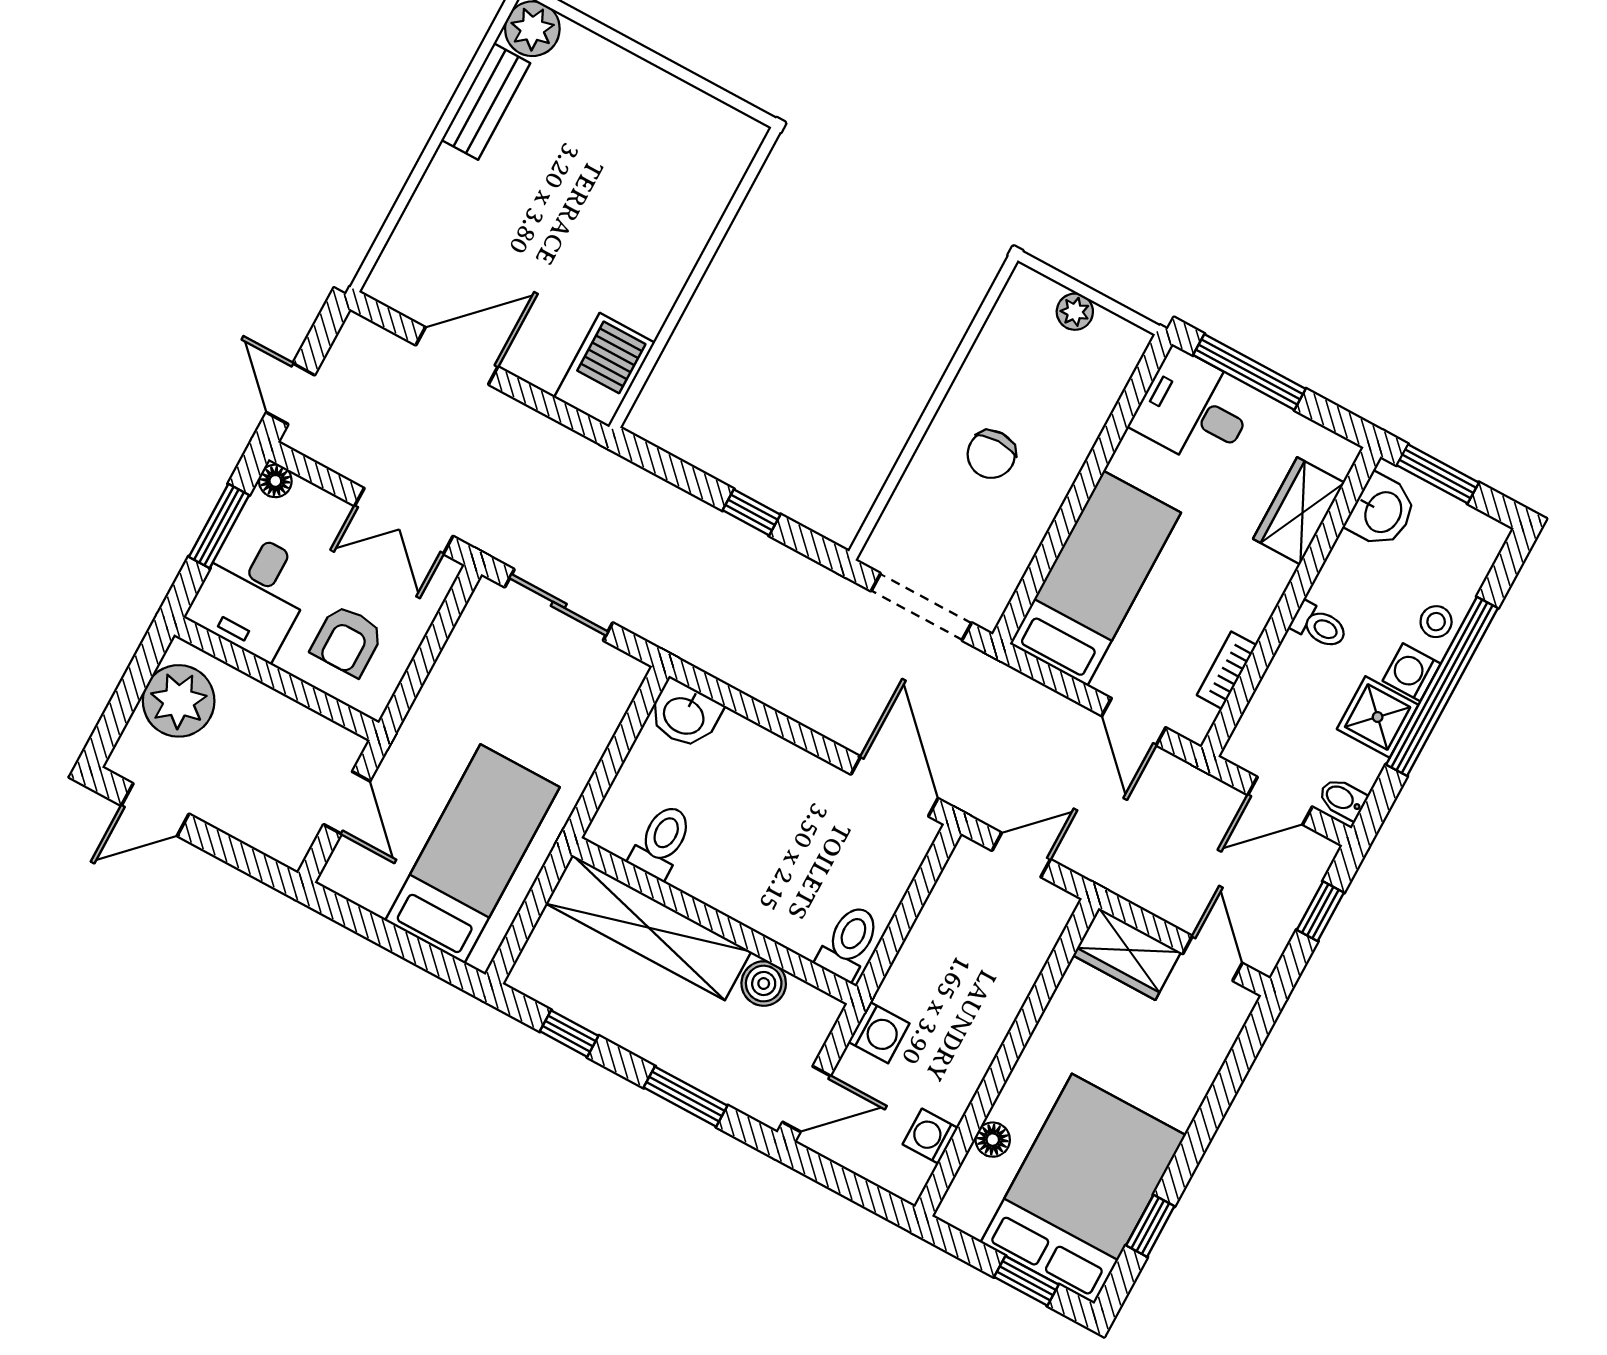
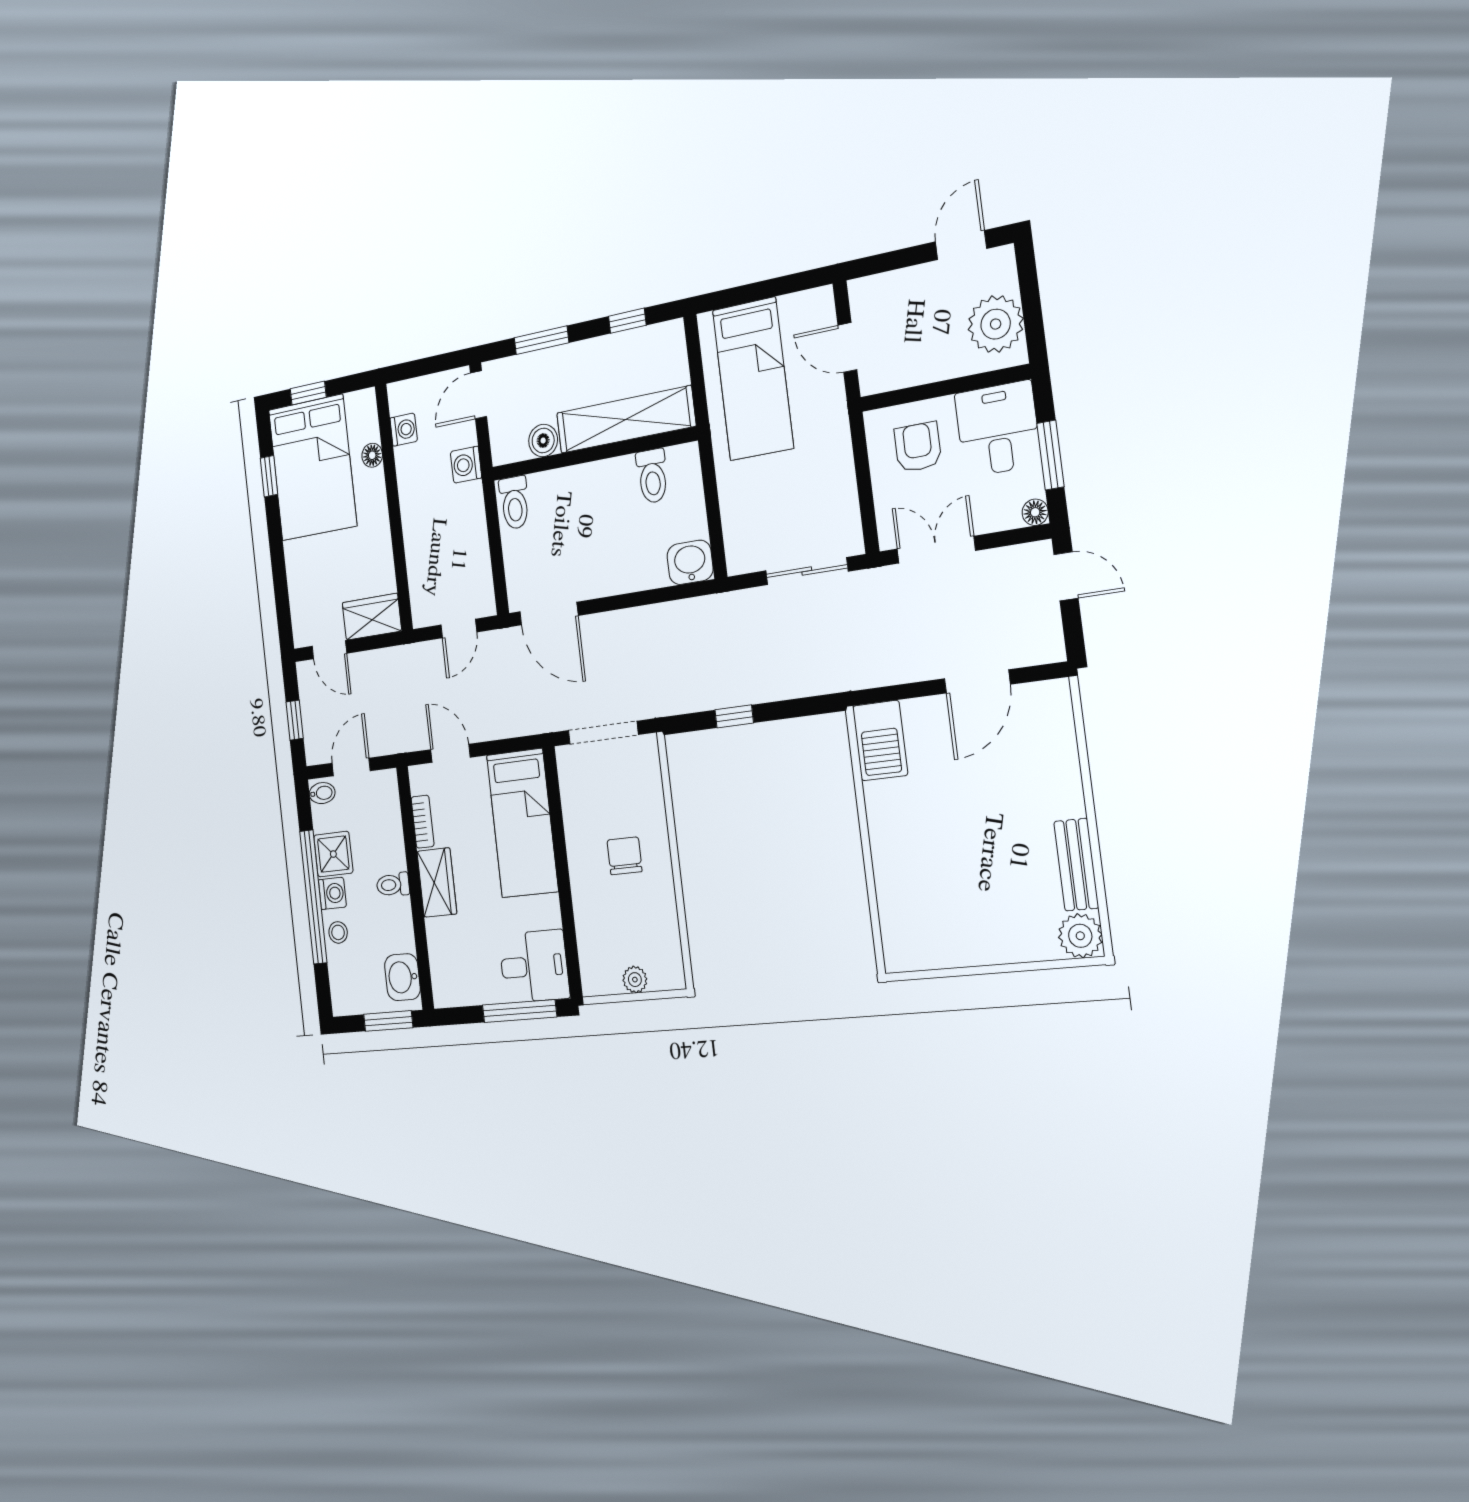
wardrobe: (1299, 511) -> (437, 882), moved

